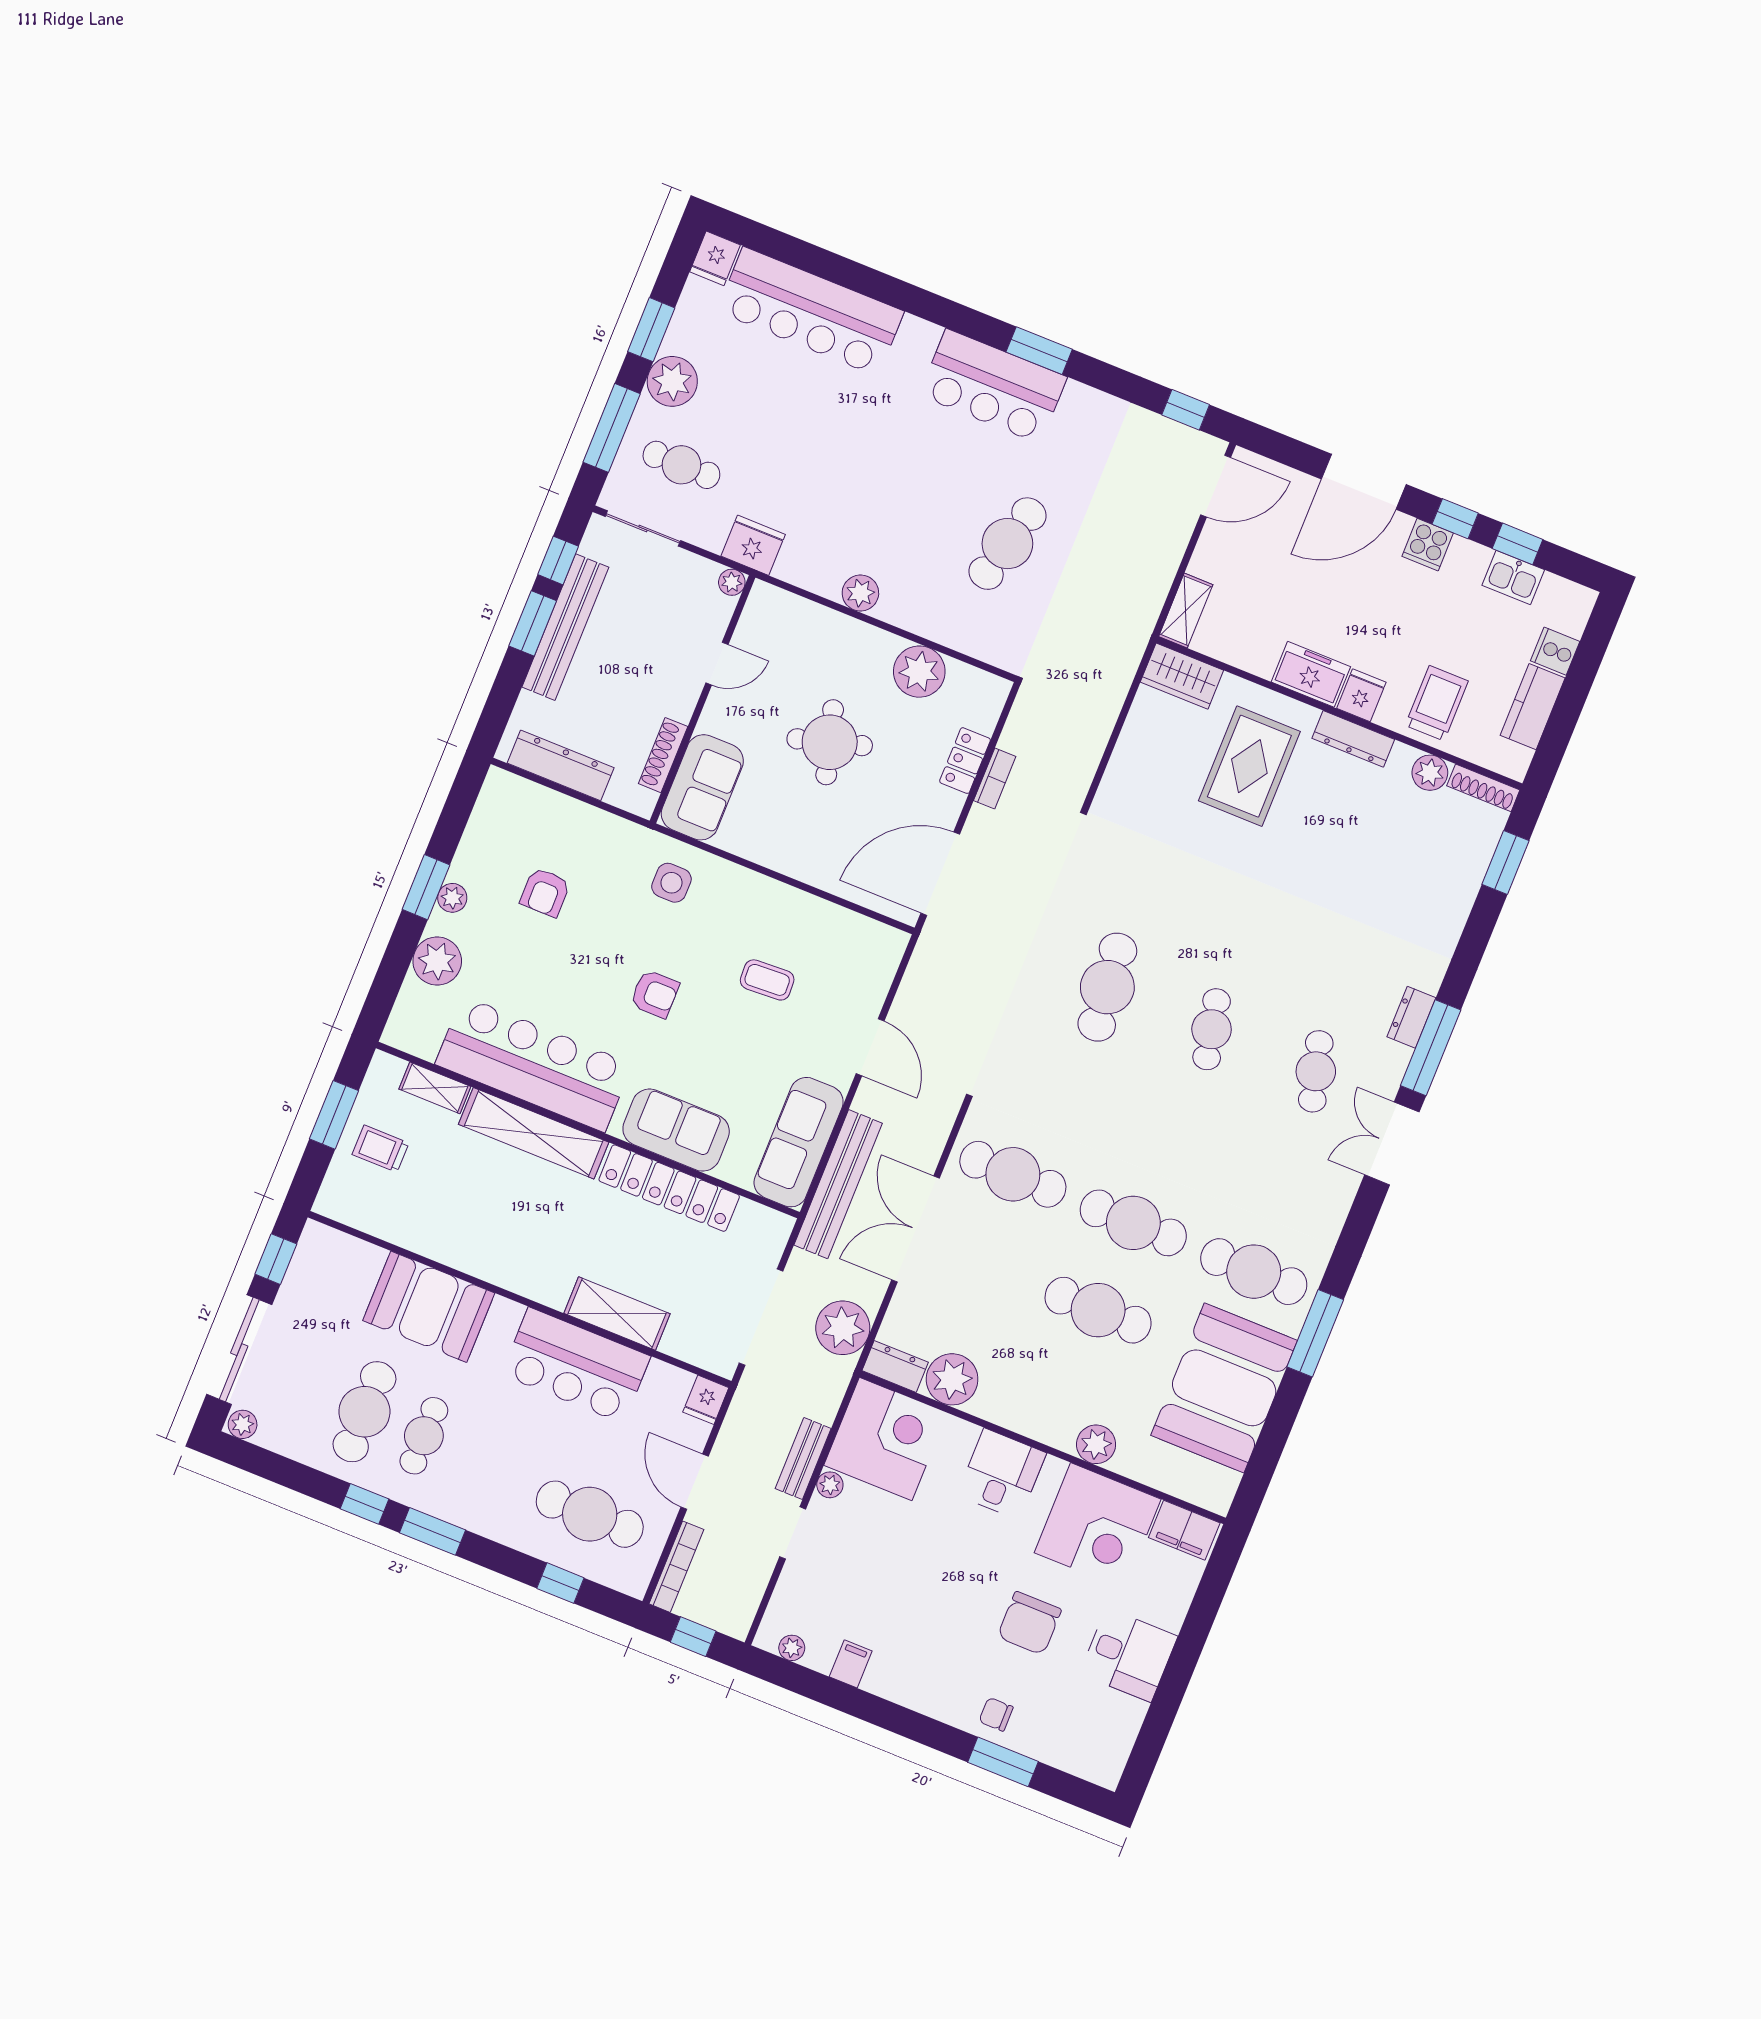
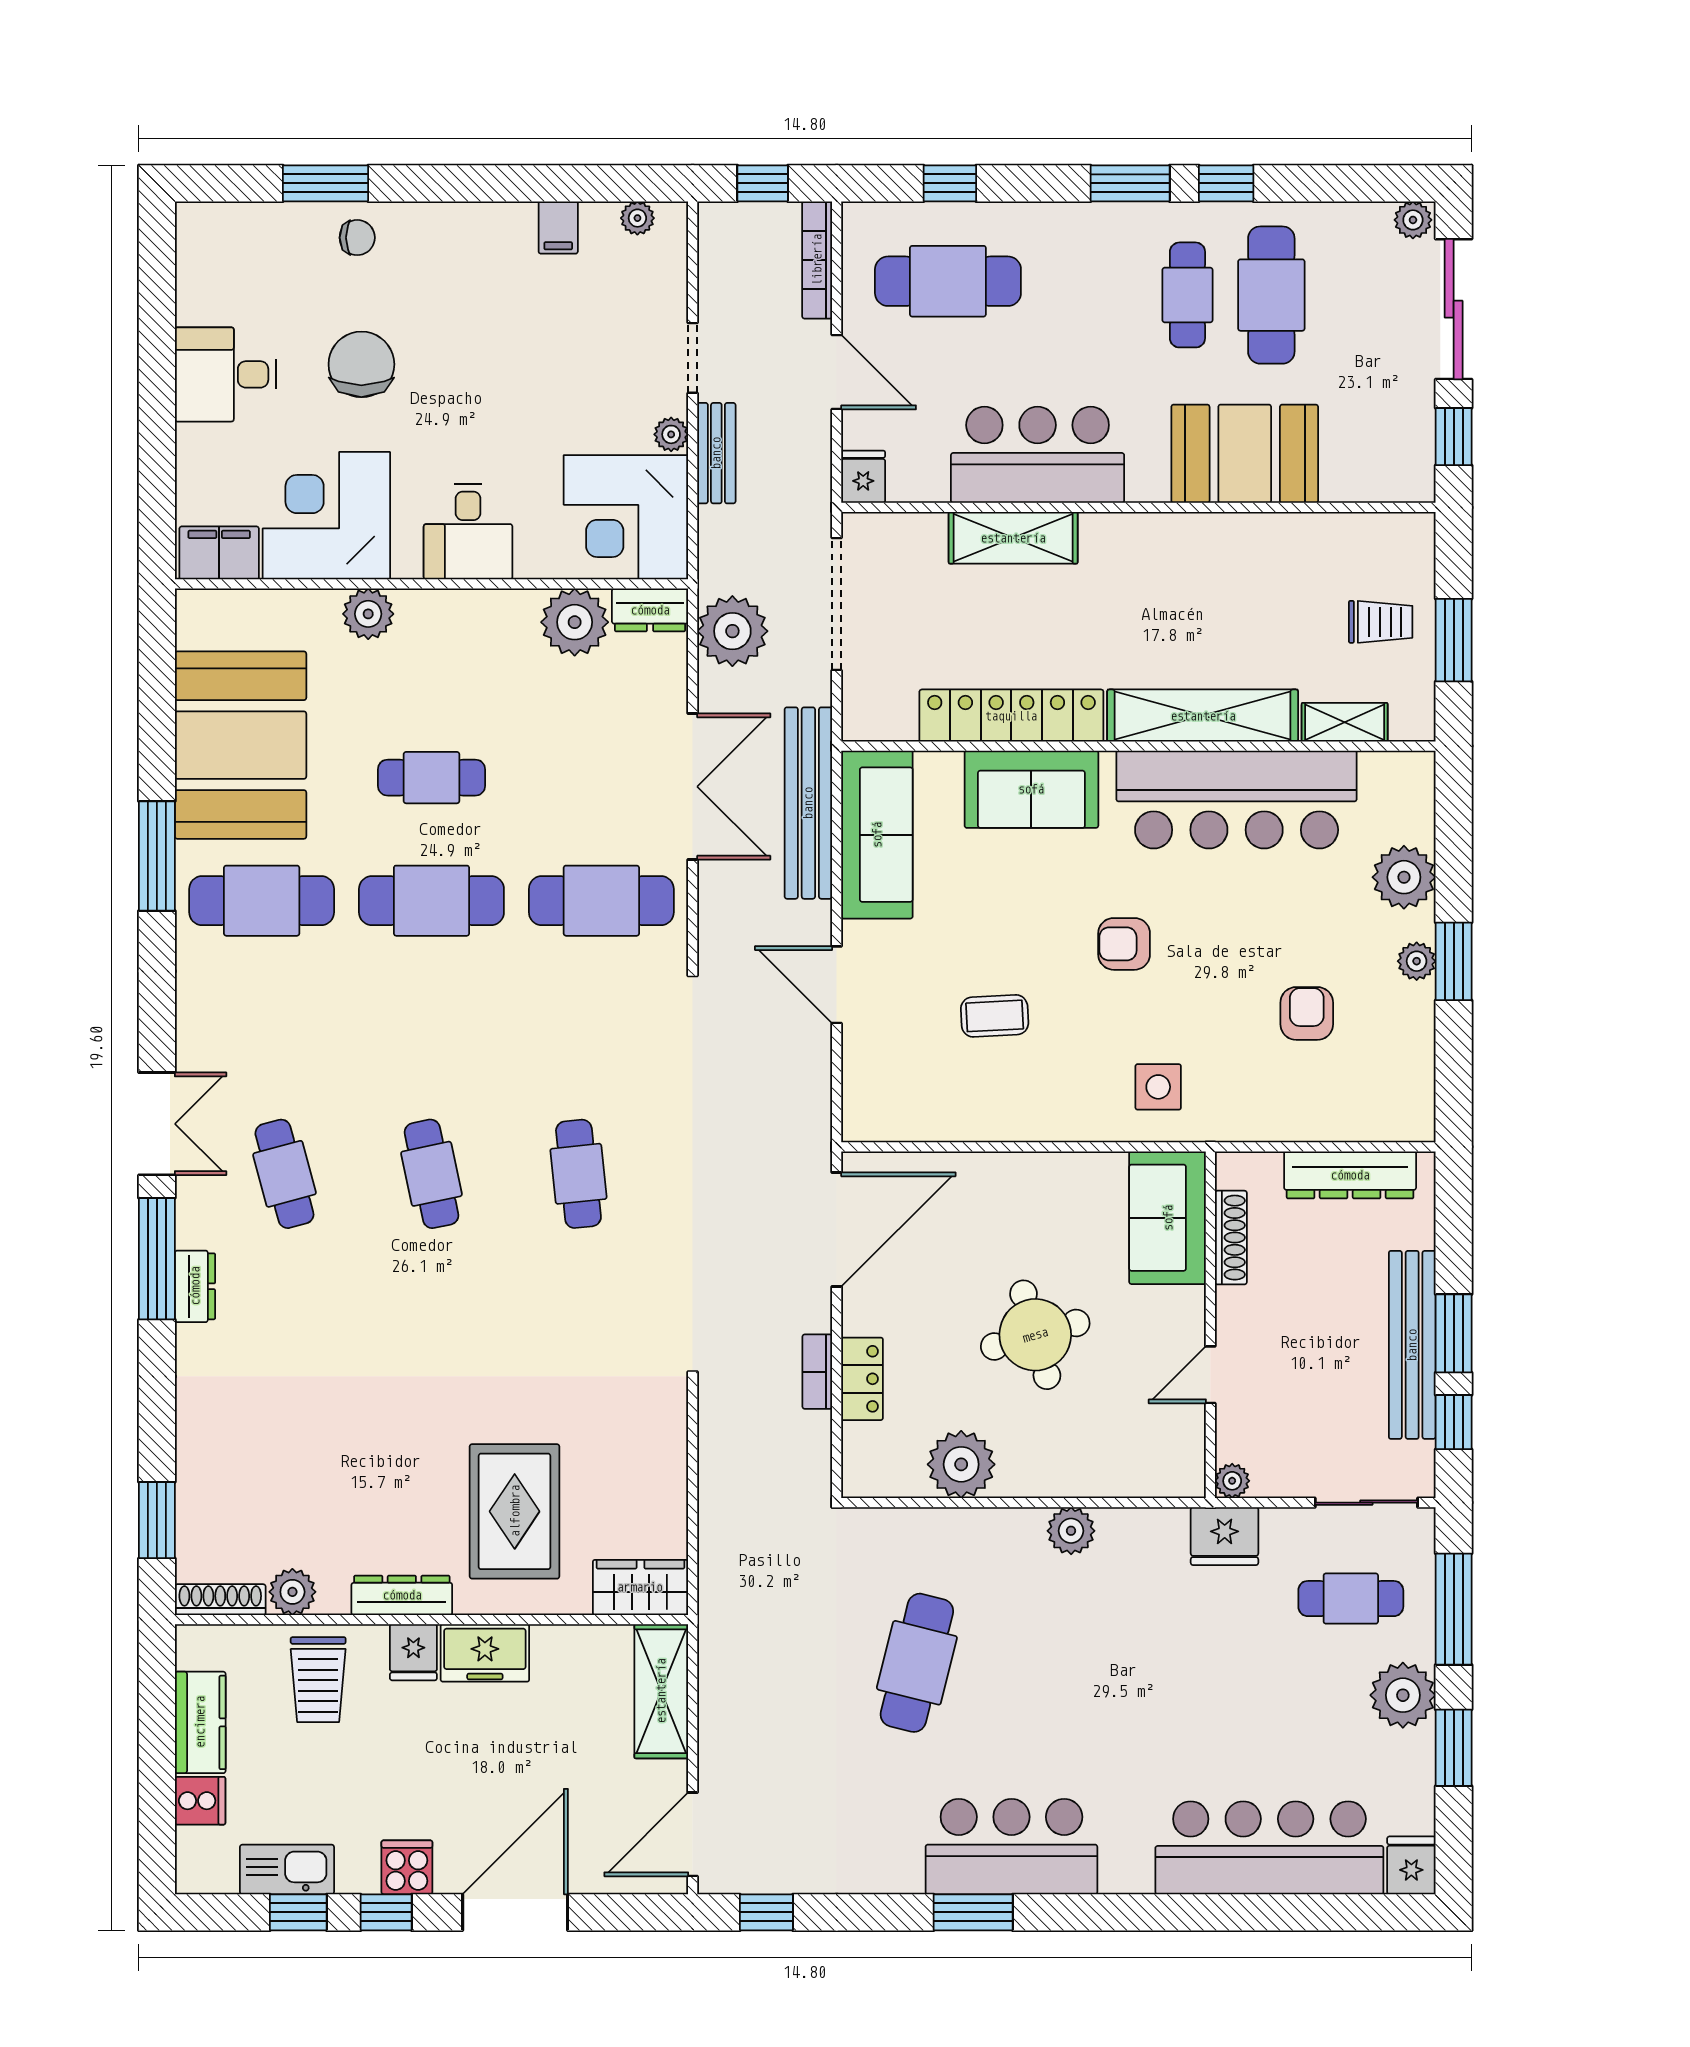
kitchen sink: (1513, 577) -> (287, 1869), width x1.38
shelving: (1186, 611) -> (661, 1691), width x1.50, depth x1.33
cafe table: (1107, 987) -> (578, 1174), width x0.73, depth x0.74
cafe table: (1098, 1310) -> (431, 778), width x0.73, depth x0.74

